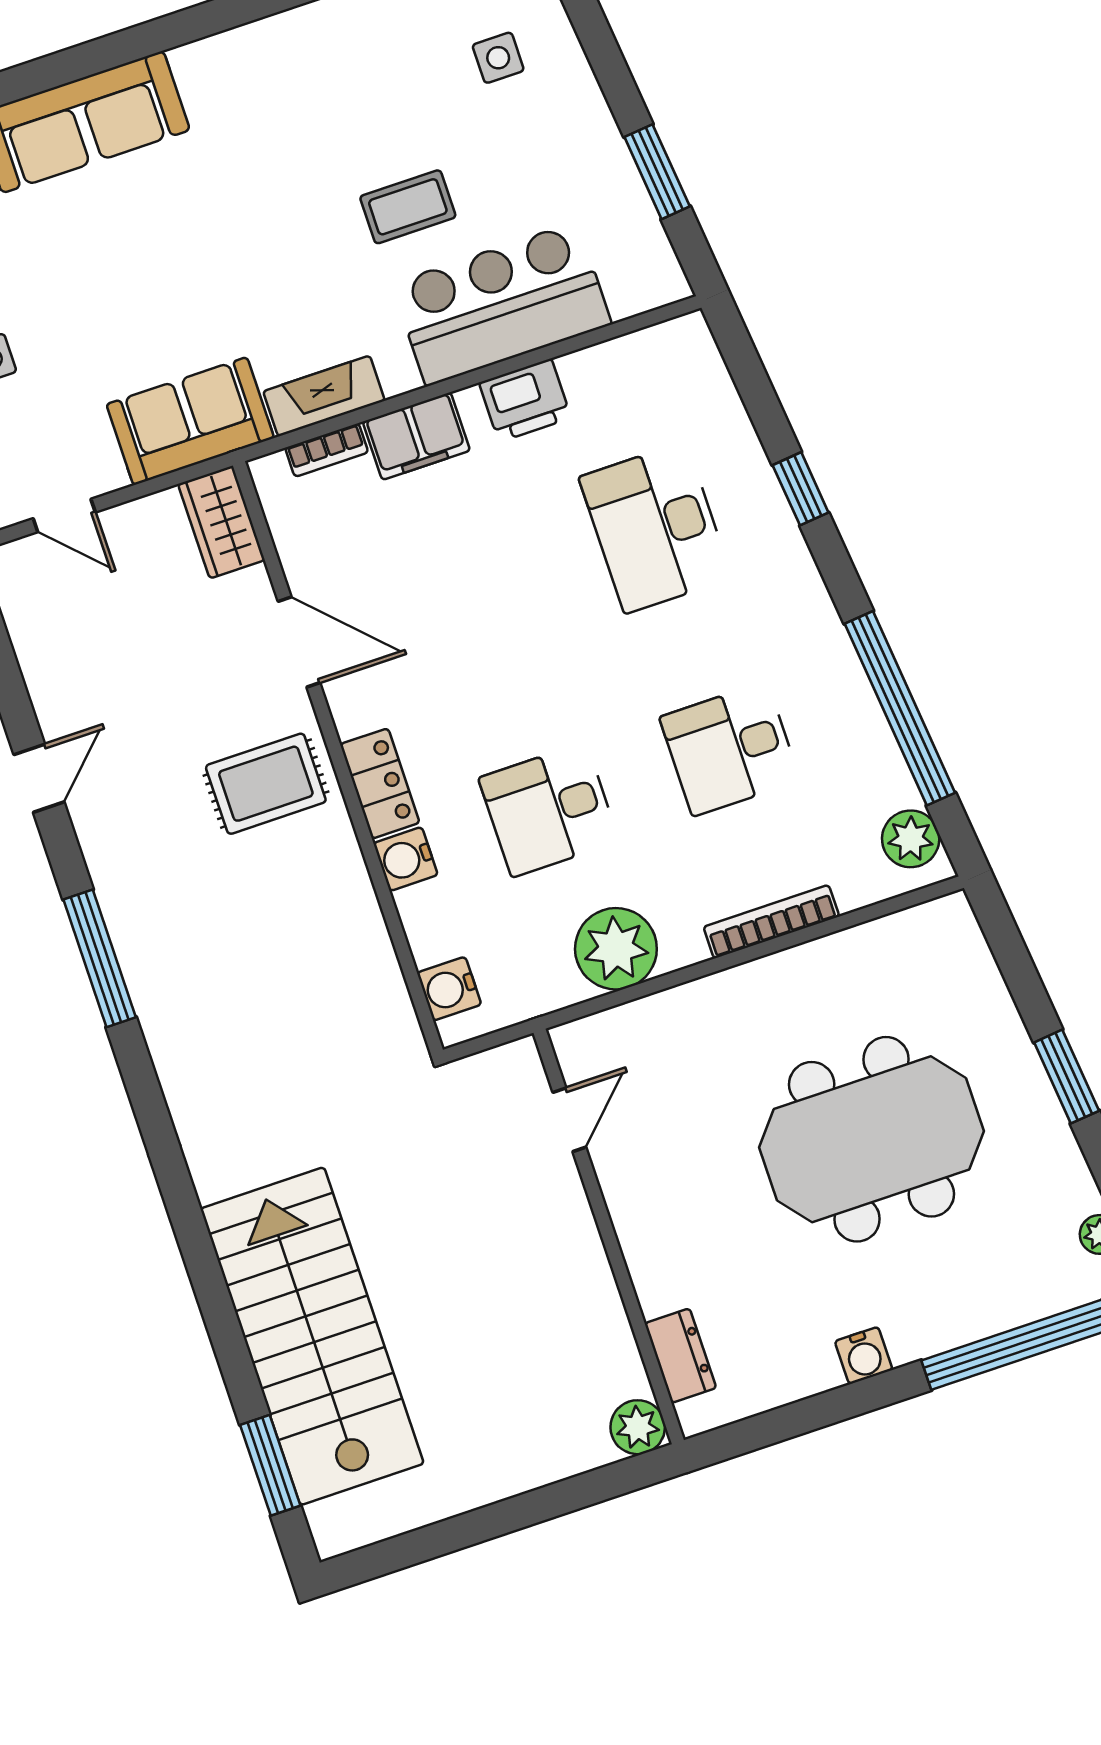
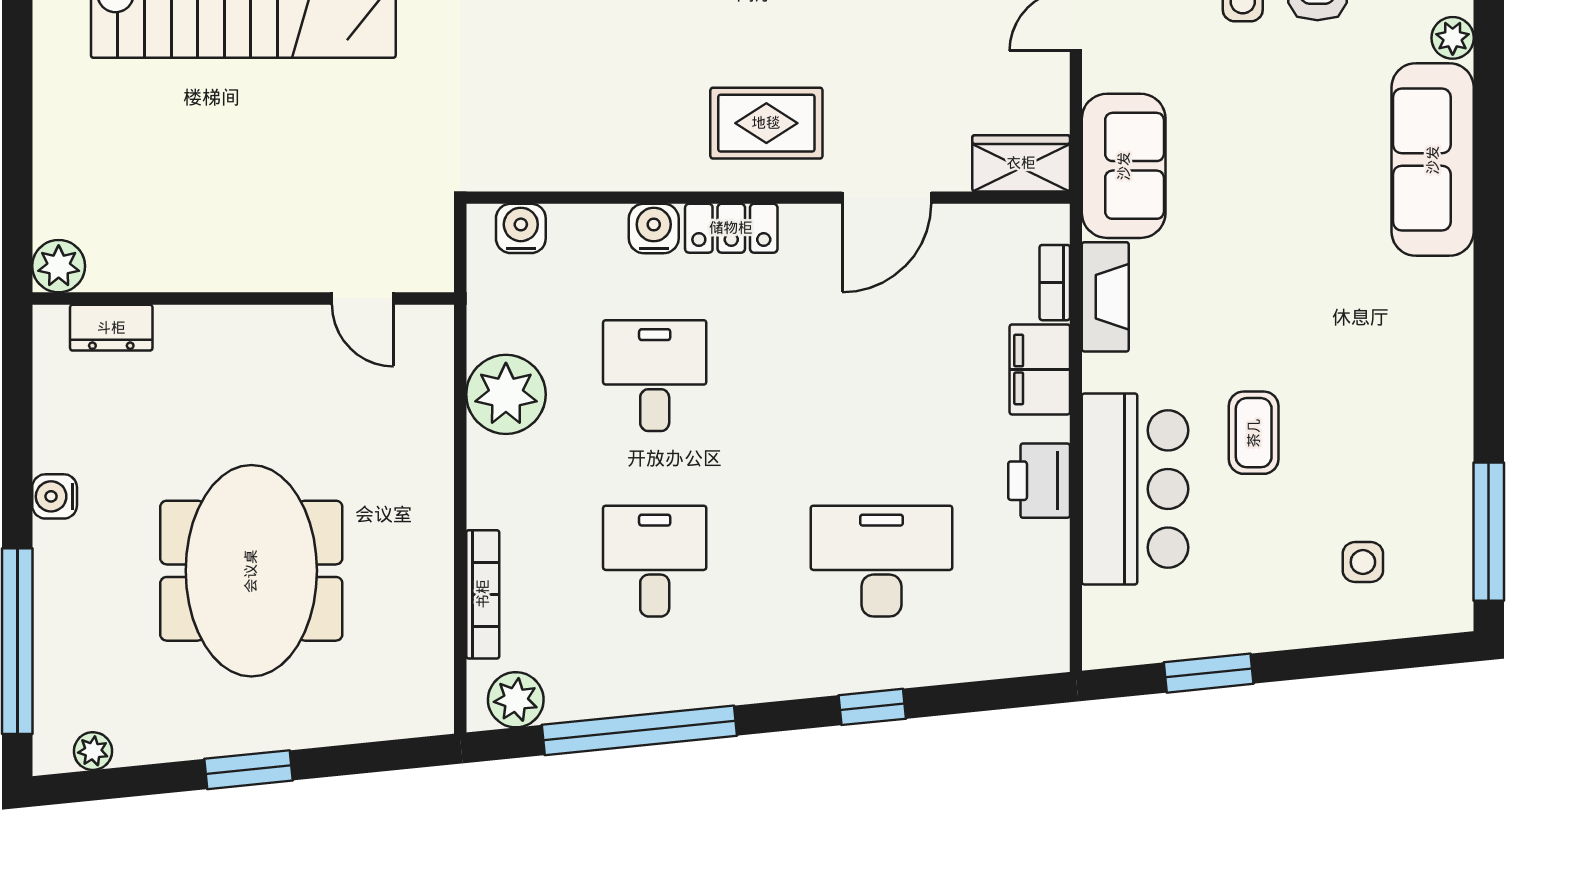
rug: (266, 784) -> (766, 123), turned 90
bookcase: (771, 922) -> (483, 594), moved

